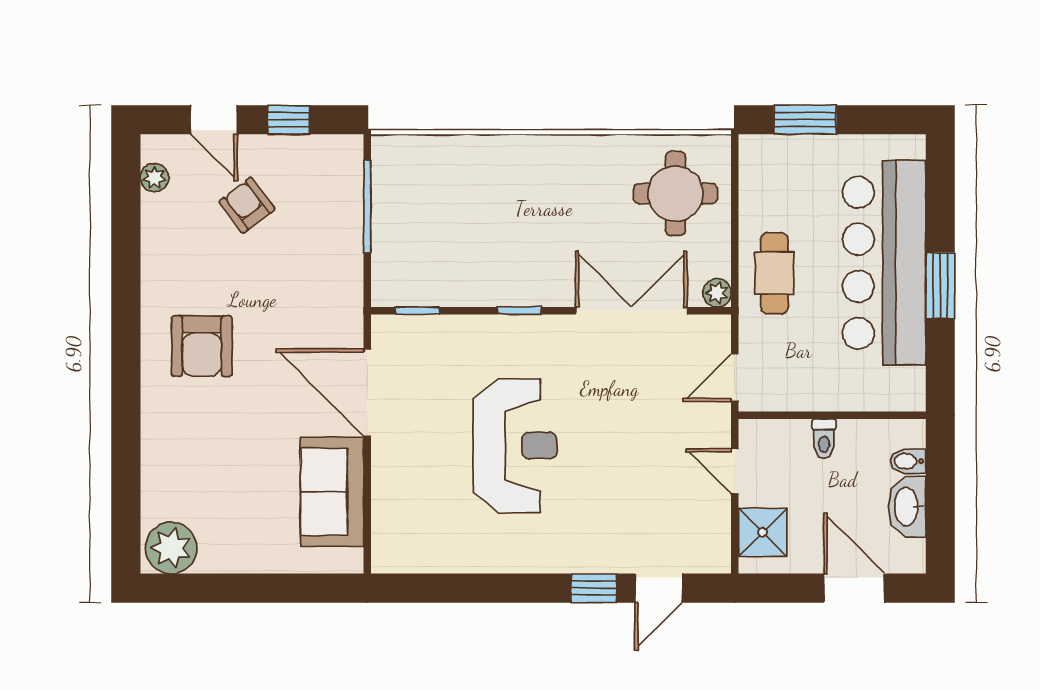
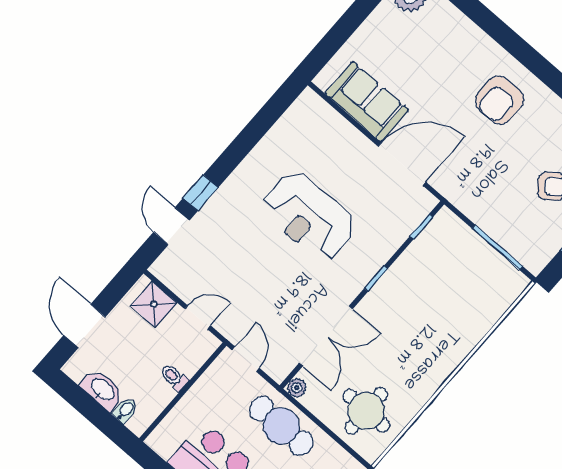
cafe table: (774, 273) -> (281, 426), width x1.37, depth x1.35
armchair: (202, 346) -> (500, 100), turned -90
door: (854, 588) -> (84, 326), swing flipped

